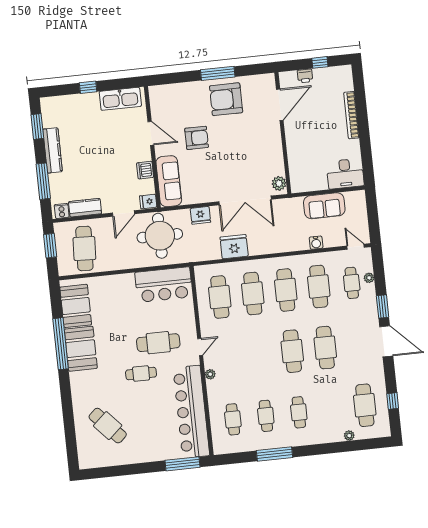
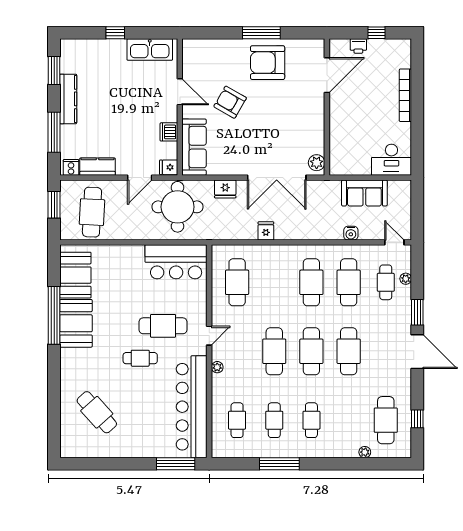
armchair: (197, 138) -> (230, 102), turned -150
fridge: (234, 247) -> (266, 231), width x0.53, depth x0.75
cafe table: (253, 294) -> (274, 351), moved

